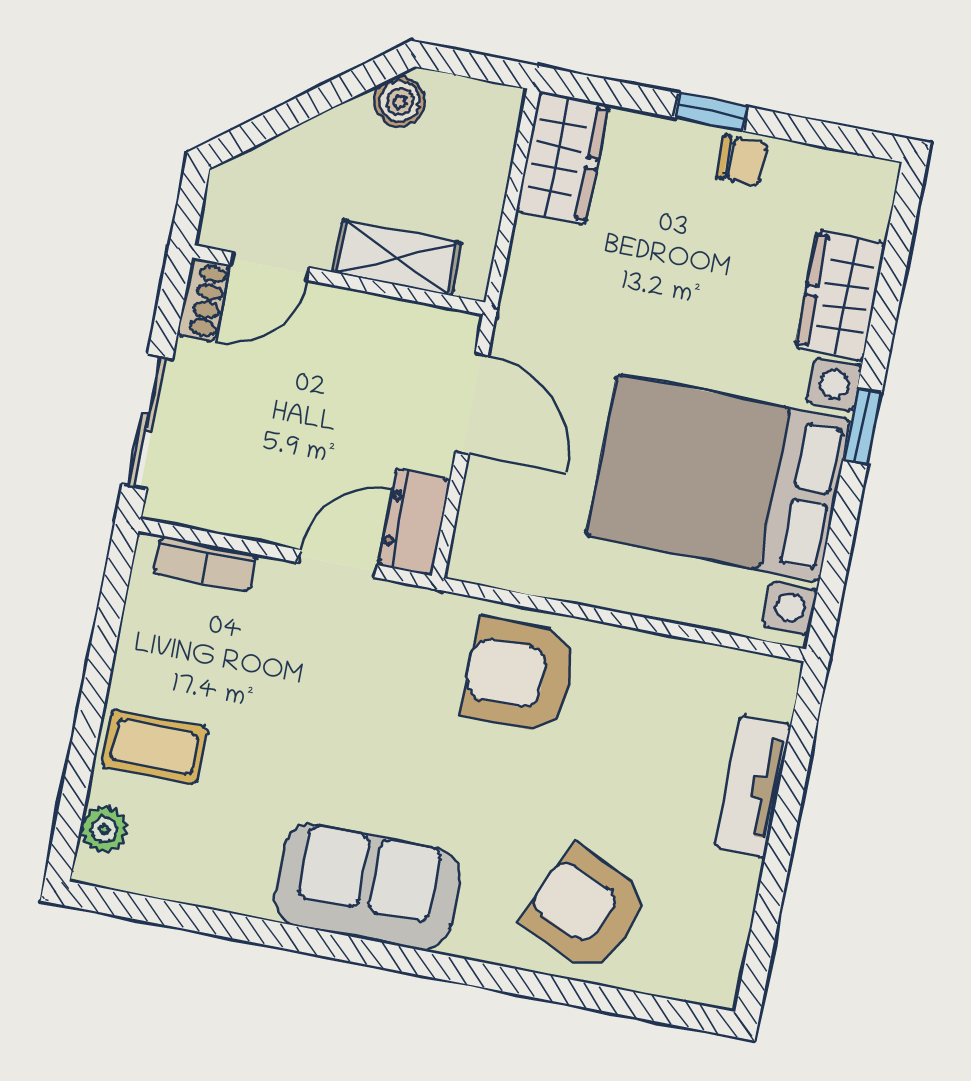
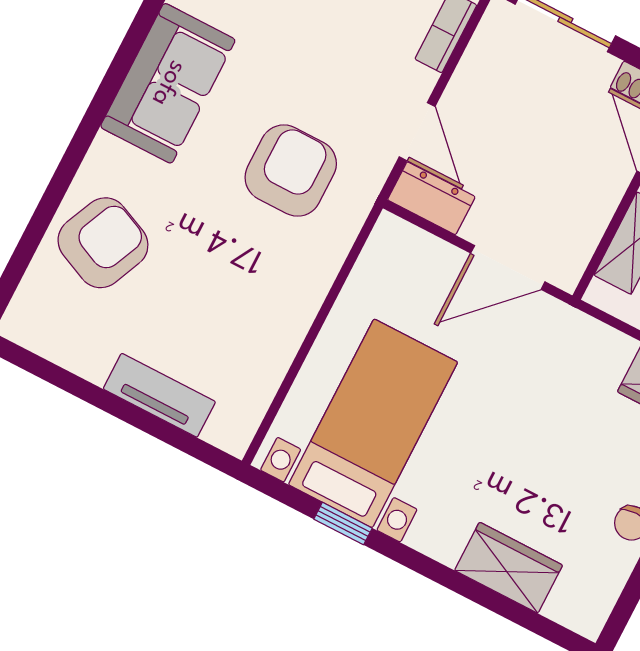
window: (863, 426) -> (343, 524), moved
bed with nightstands: (718, 478) -> (373, 423), width x0.73
armchair: (520, 676) -> (291, 171), moved

